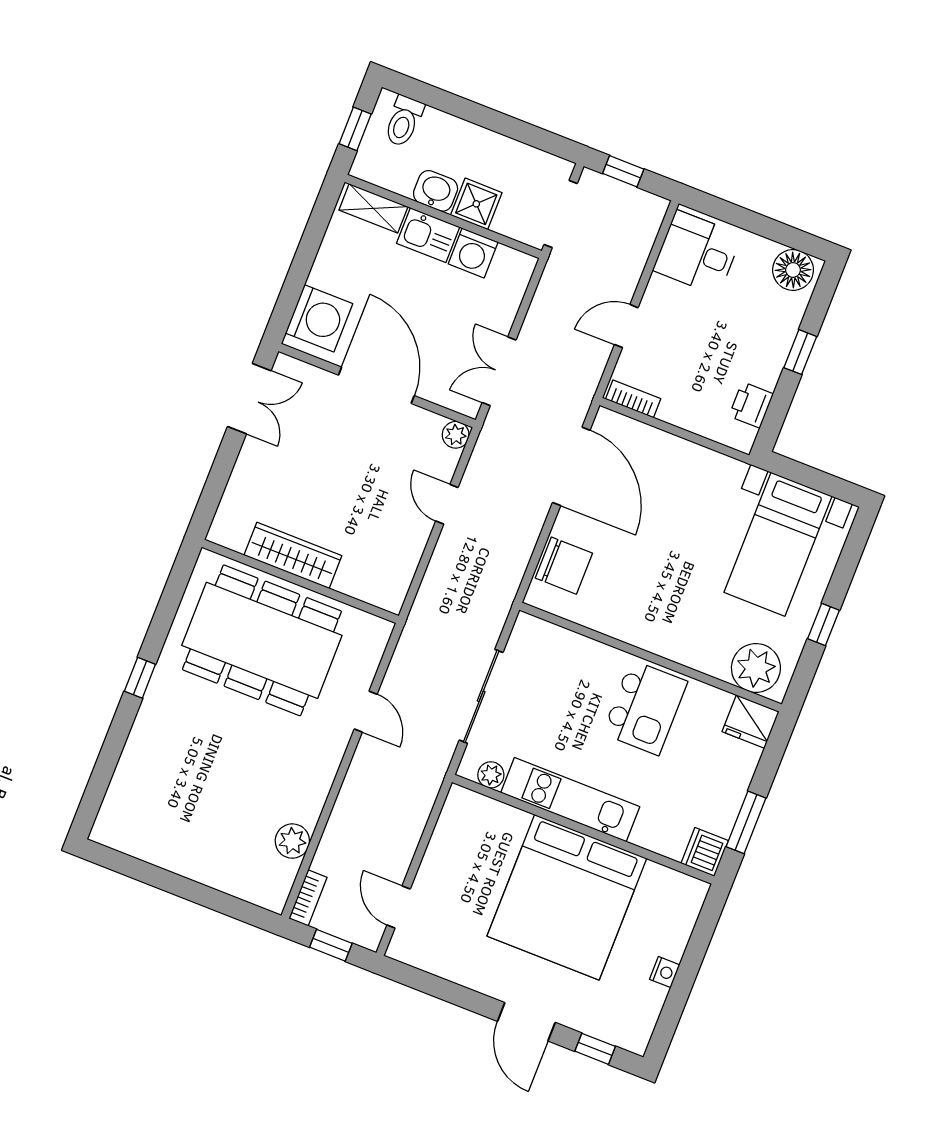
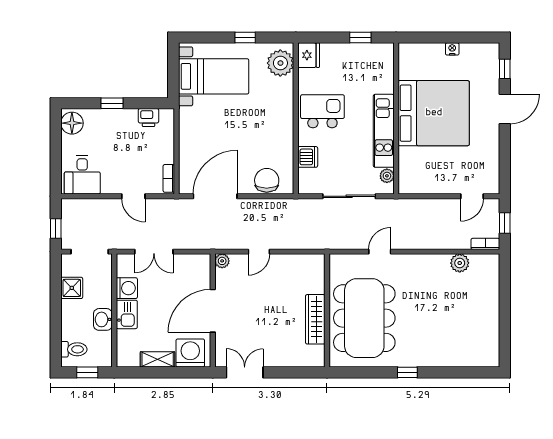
shower: (476, 204) -> (72, 288), moved
shelving: (373, 208) -> (158, 359), moved, turned 90
double door: (499, 371) -> (154, 252), moved
window: (746, 822) -> (360, 37), width x0.67
dishwasher: (705, 852) -> (308, 157), moved, turned -90

